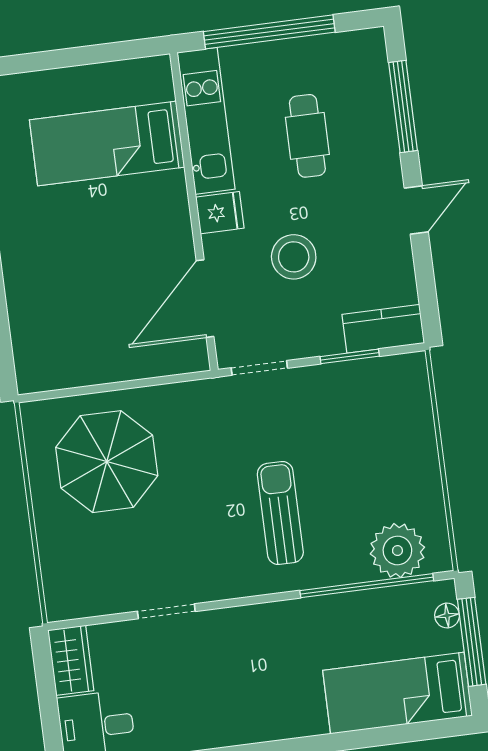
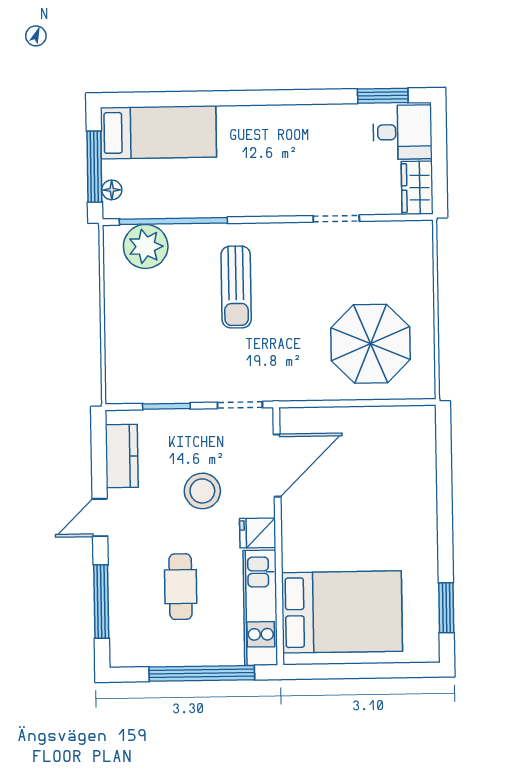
bed: (107, 144) -> (342, 612), width x1.50
kitchen counter: (383, 329) -> (122, 456), moved, turned -90

